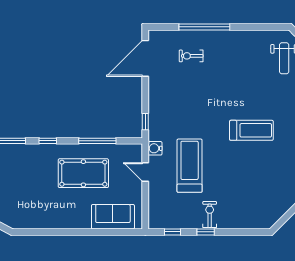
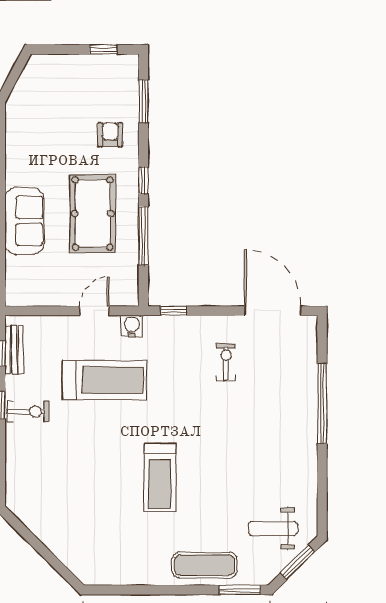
exercise bike: (191, 56) -> (226, 362), moved
window: (48, 141) -> (143, 180), moved
armchair: (33, 162) -> (110, 135), added
sofa: (113, 217) -> (24, 221), moved
bench: (170, 223) -> (14, 350), added

